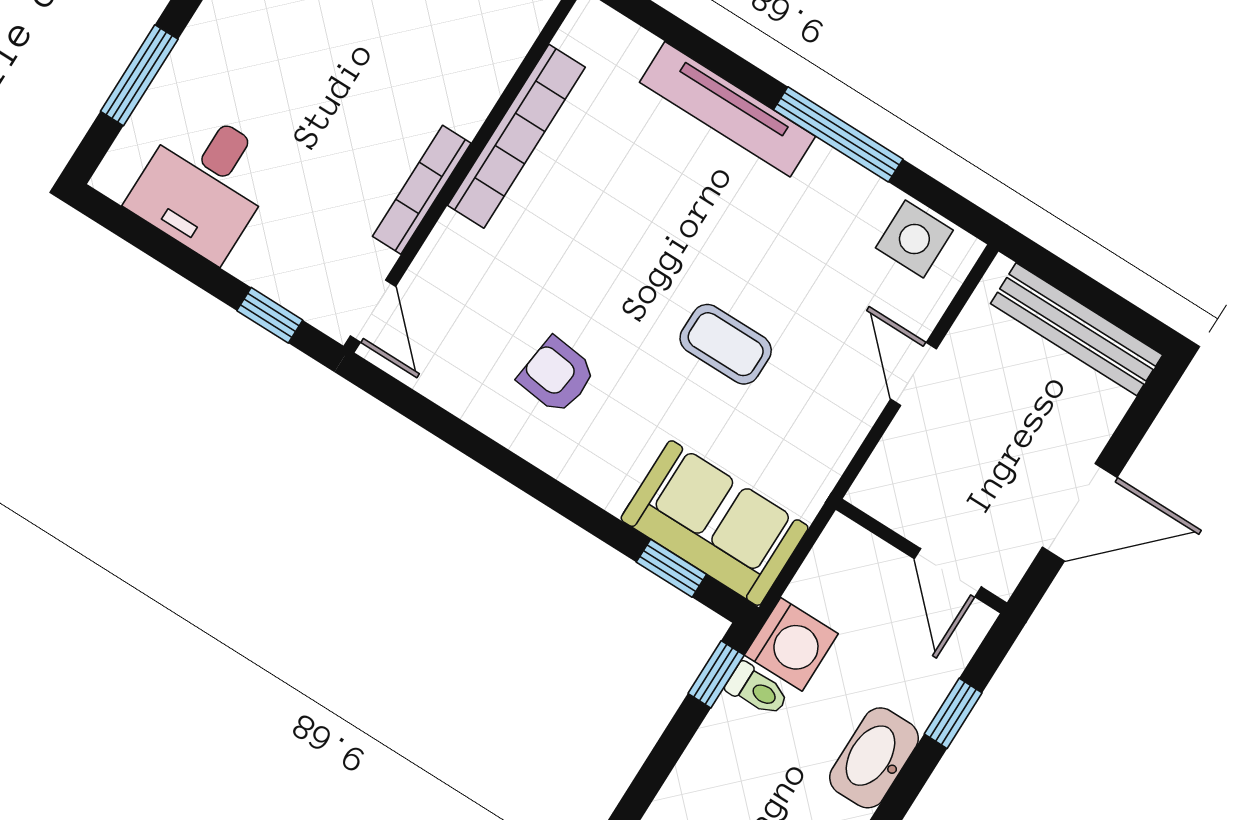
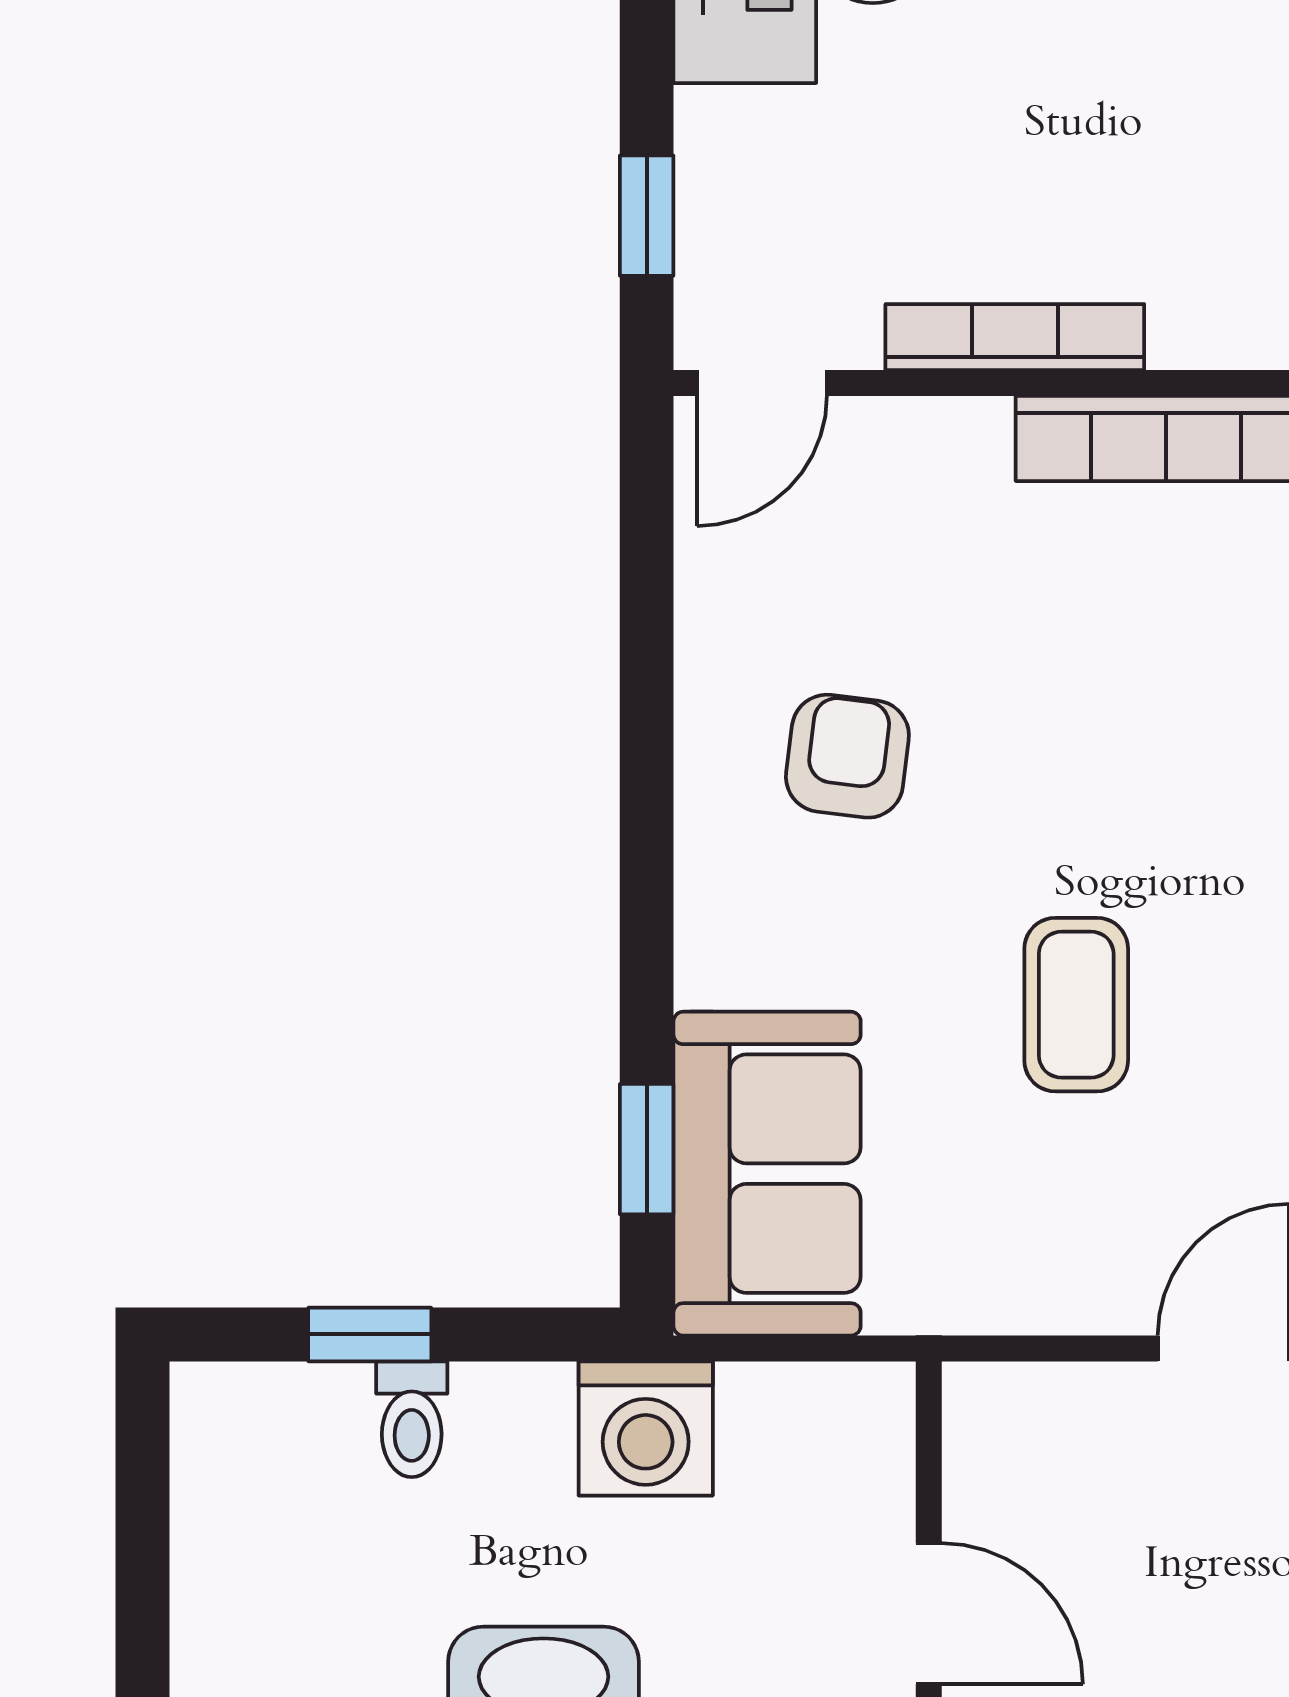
door: (948, 573) -> (929, 1614), swing flipped
window: (716, 674) -> (370, 1334), moved
toilet: (757, 690) -> (412, 1419), moved

